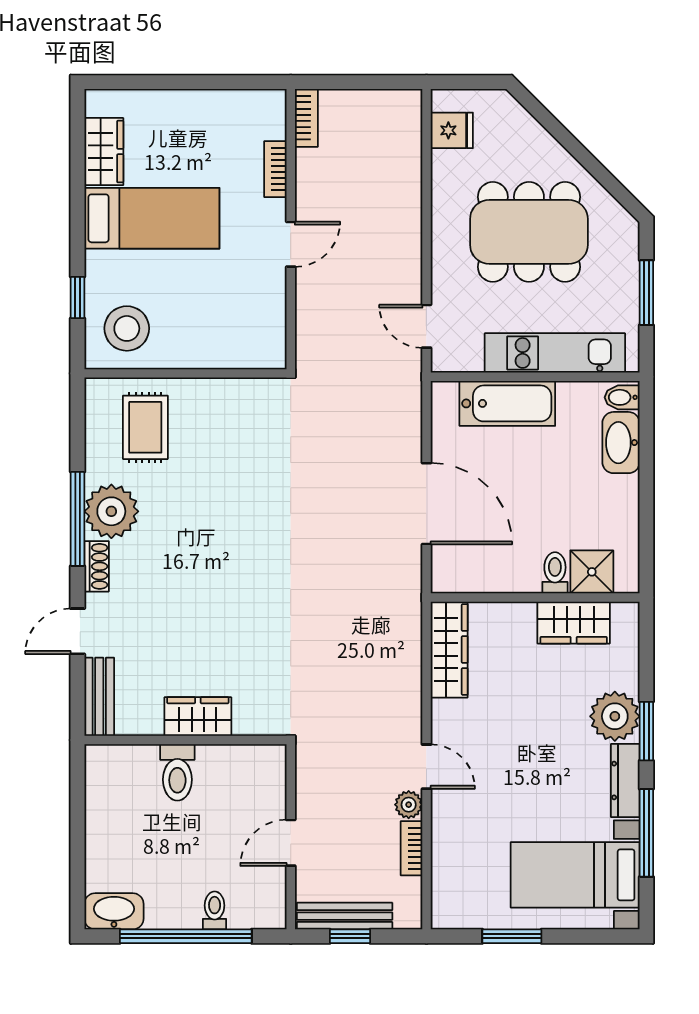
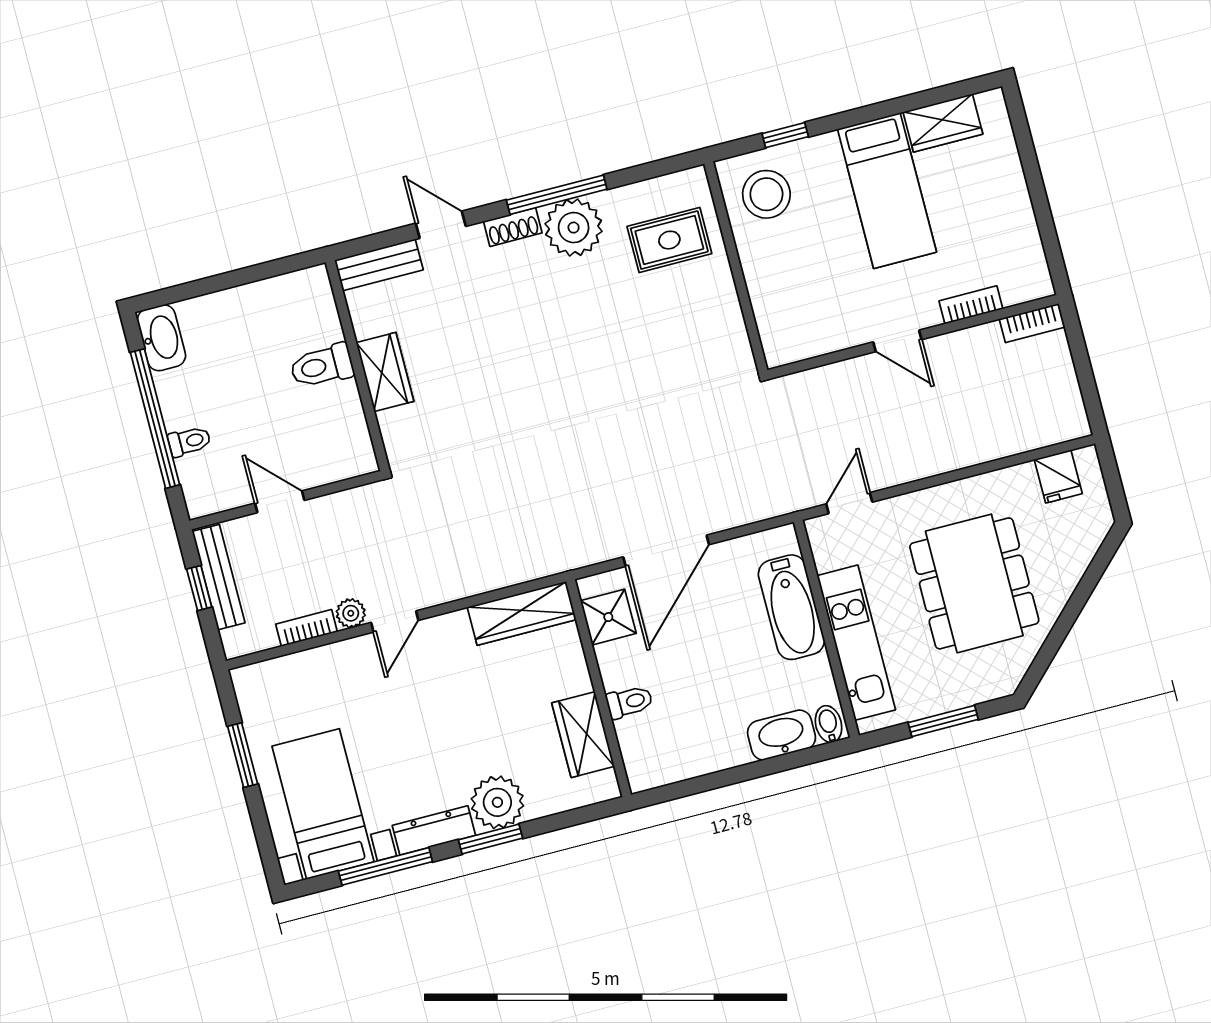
shower: (592, 572) -> (608, 617), moved

